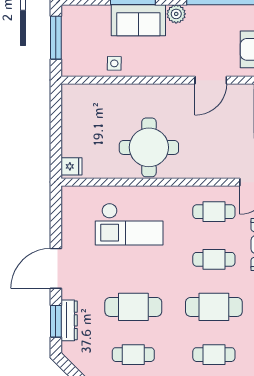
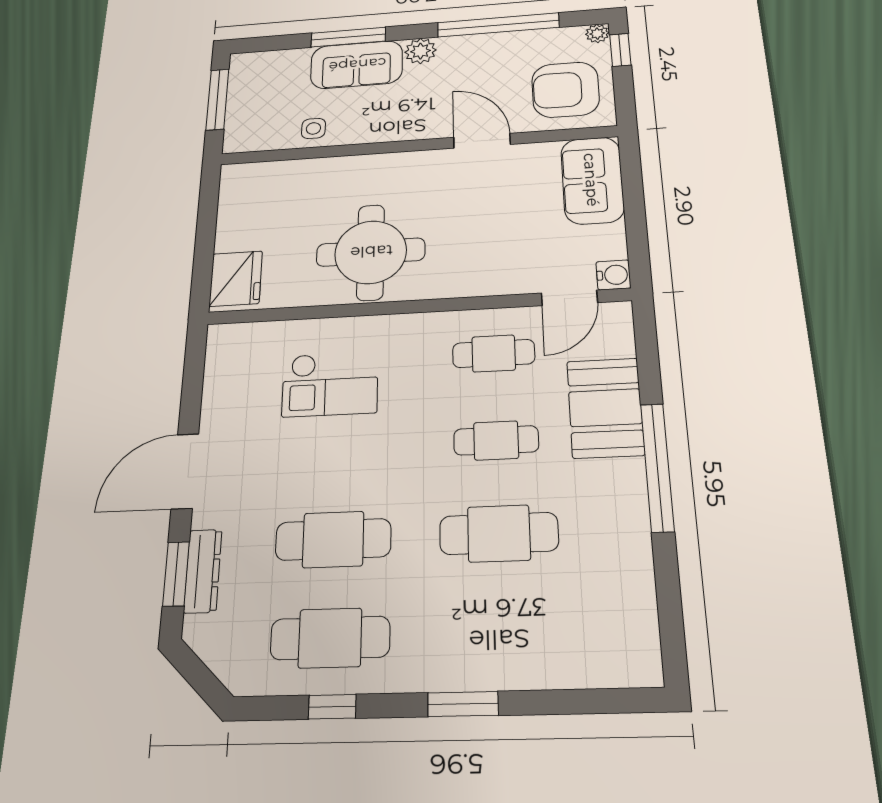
door: (211, 80) -> (482, 141), swing flipped
fridge: (71, 166) -> (236, 279), width x1.88, depth x1.34
checkout: (129, 224) -> (330, 384), width x0.73, depth x0.83
cafe table: (133, 355) -> (330, 638), width x1.37, depth x1.35
cafe table: (214, 355) -> (502, 633), removed

